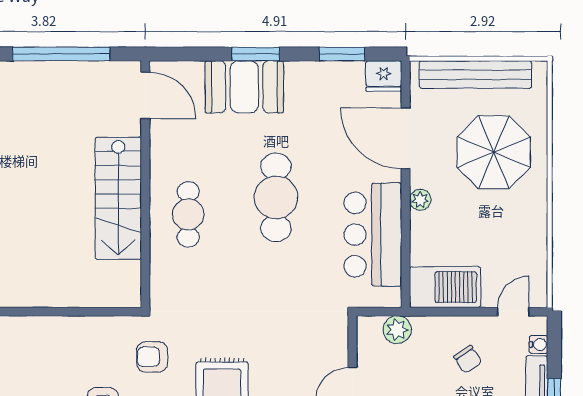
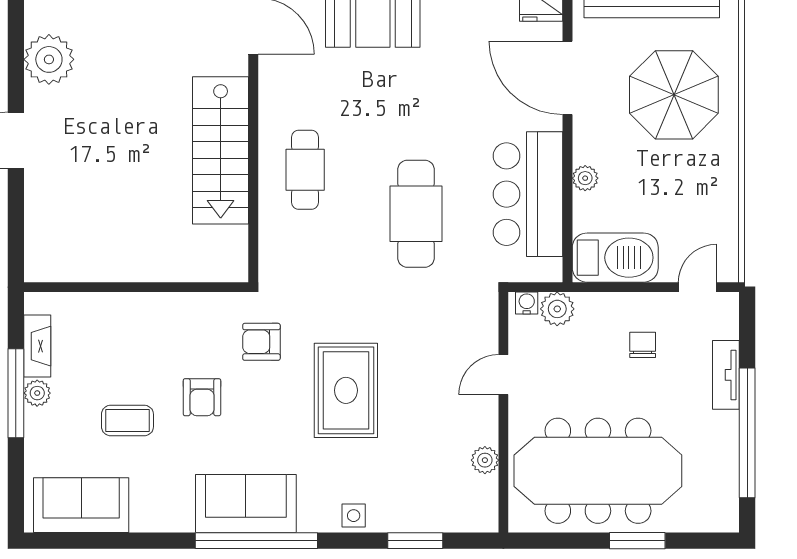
cafe table: (276, 197) -> (416, 214), moved
plant: (420, 200) -> (585, 178), moved
water cooler: (539, 344) -> (527, 303), moved, turned -90
chair: (468, 359) -> (643, 345), turned -146

